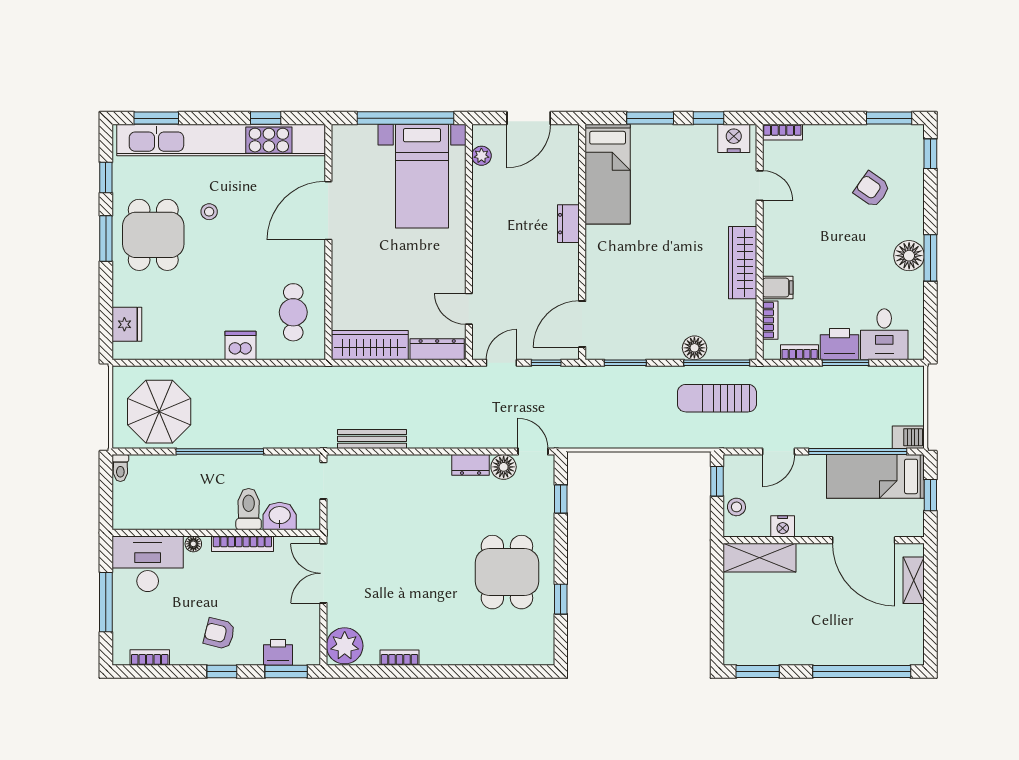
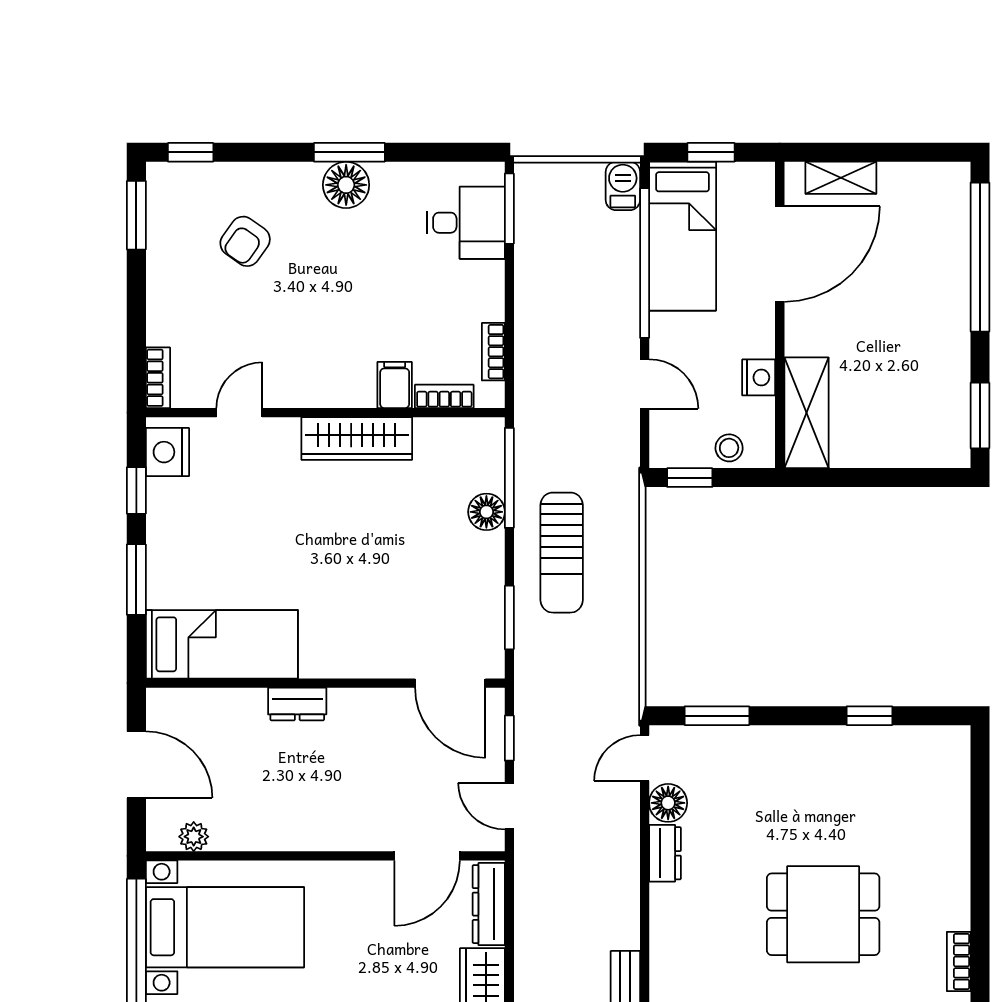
door: (469, 309) -> (427, 856), width x1.38
printer: (839, 344) -> (481, 291), removed
window: (845, 363) -> (509, 209), moved
sun lounger: (717, 398) -> (562, 553), moved
window: (561, 499) -> (717, 716), width x1.50
dining table: (507, 572) -> (823, 914), moved

